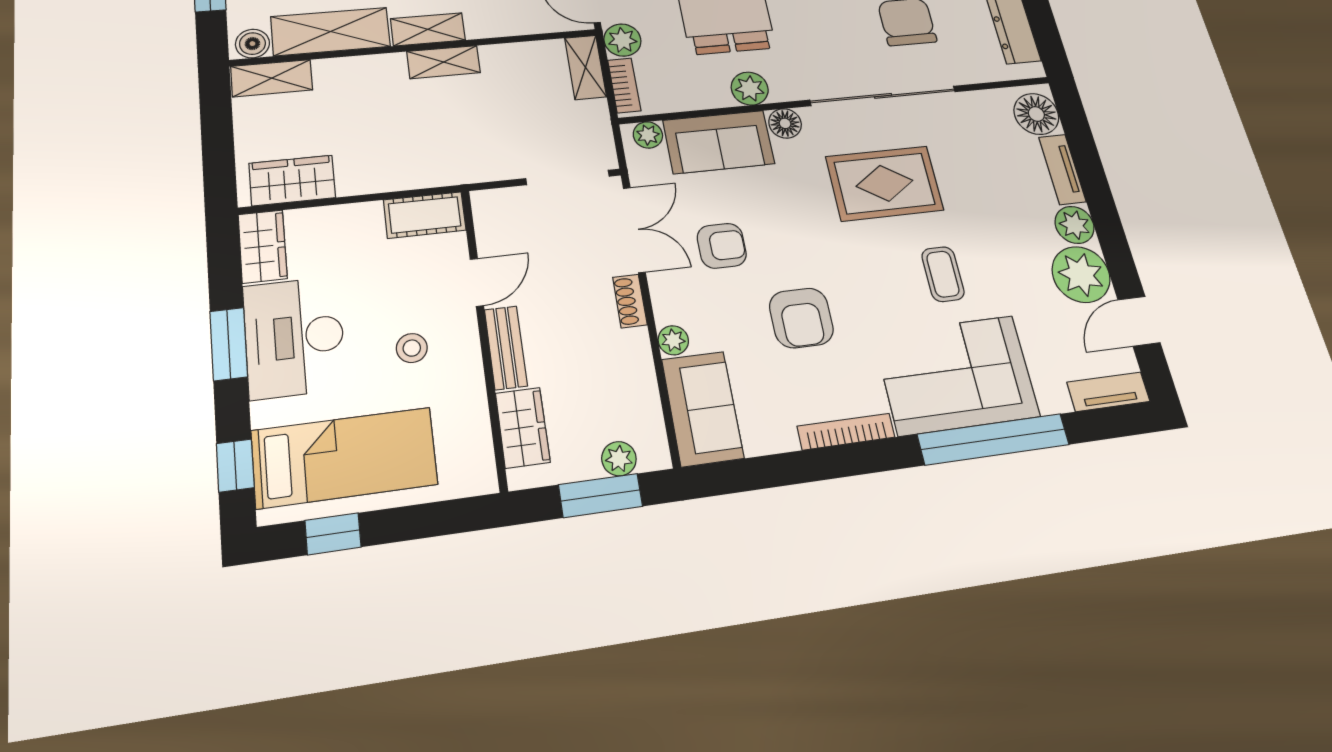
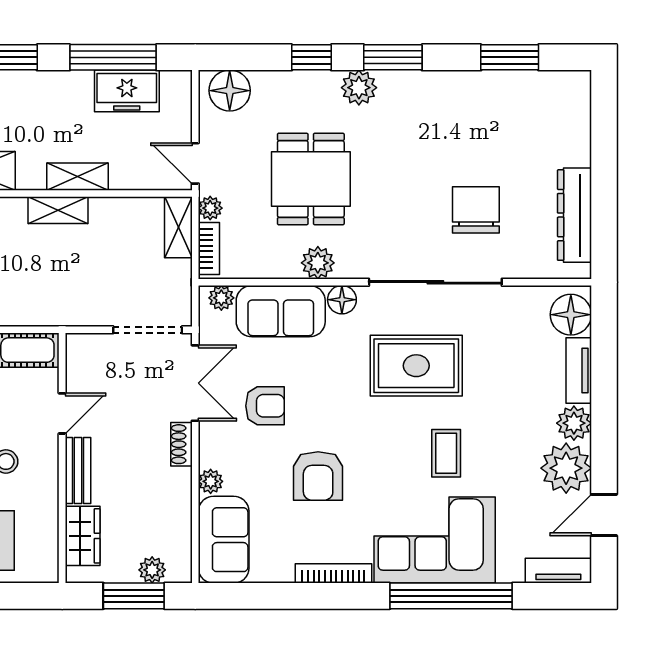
shelving: (428, 29) -> (78, 177), moved
plant: (622, 40) -> (210, 208), width x0.73, depth x0.73

